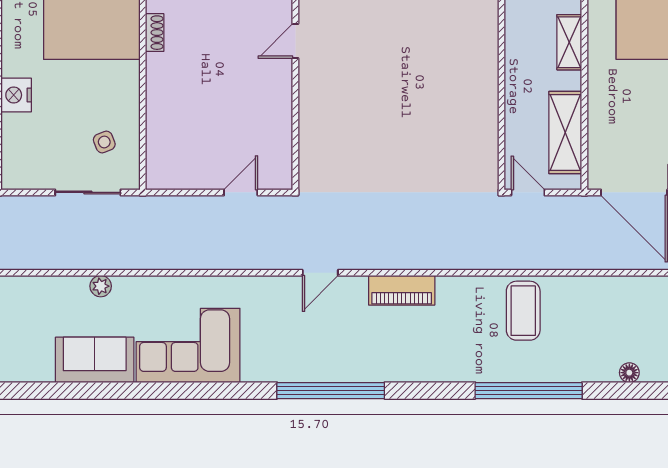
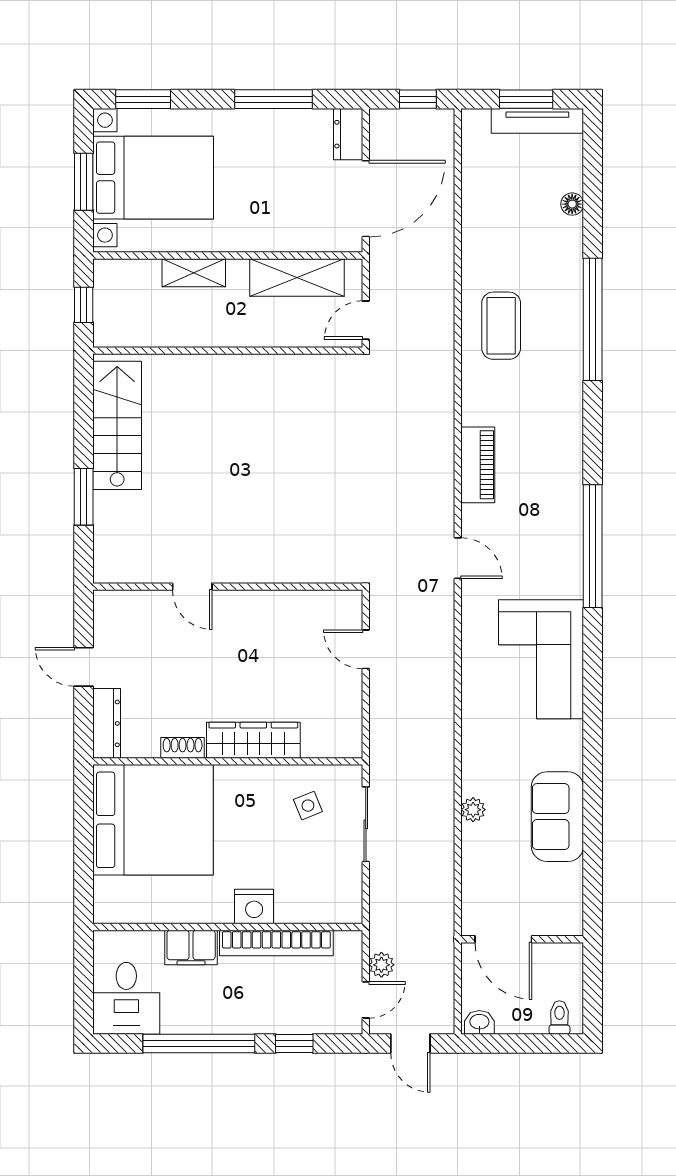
wardrobe: (161, 94) -> (253, 740), added
coffee table: (523, 311) -> (501, 326), turned 90
corner sofa: (188, 345) -> (541, 659), moved

